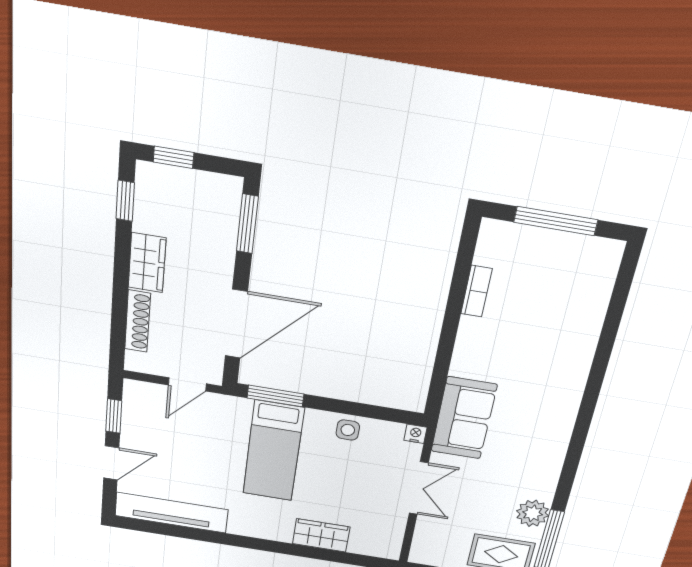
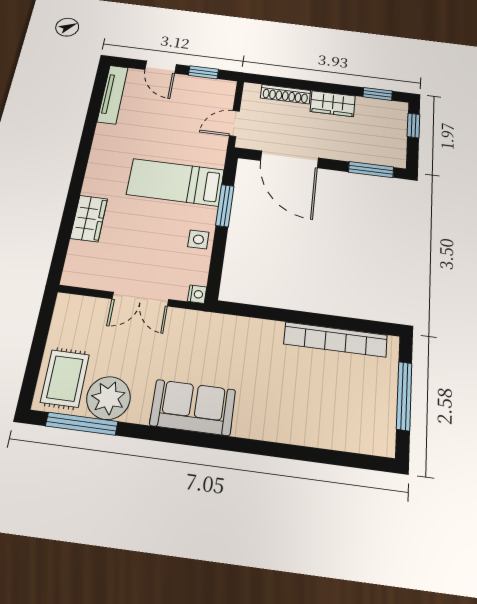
bookcase: (476, 291) -> (335, 340), width x2.31, depth x1.31
door: (187, 384) -> (234, 123), hinge flipped
window: (275, 396) -> (225, 206), moved
sofa: (464, 418) -> (193, 407), moved, turned 180
tv unit: (171, 513) -> (113, 94), width x0.73, depth x0.78
plant: (533, 513) -> (108, 398), width x1.36, depth x1.36

